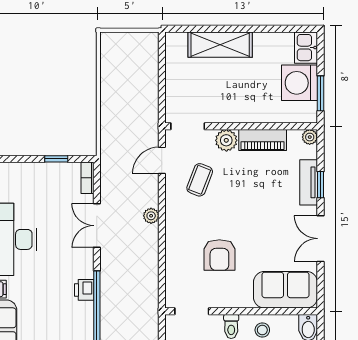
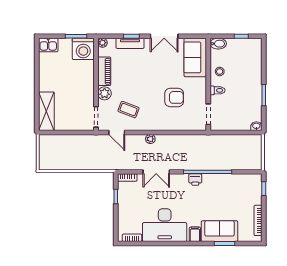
shelving: (220, 45) -> (46, 111), moved
washing machine: (300, 83) -> (83, 49), moved

